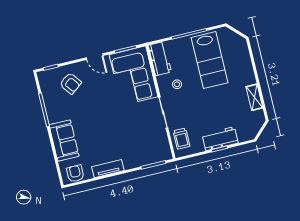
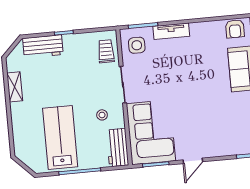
door: (95, 57) -> (193, 161), swing flipped
armchair: (70, 83) -> (225, 134), removed
workbench: (220, 139) -> (43, 46), moved
side table: (156, 147) -> (137, 45), added
tv unit: (108, 169) -> (171, 31), moved

